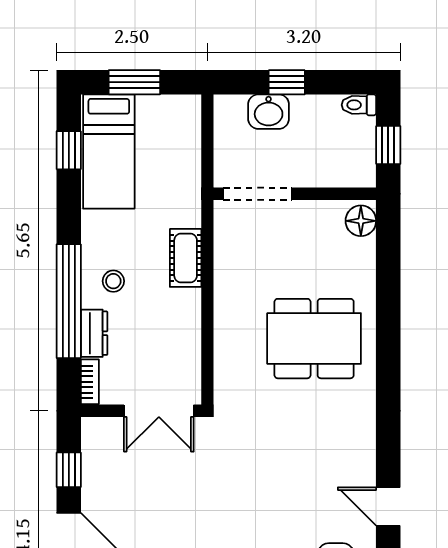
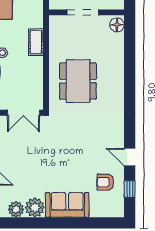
doorway: (257, 194) -> (83, 12), moved
dining table: (314, 339) -> (78, 81), moved, turned 90

